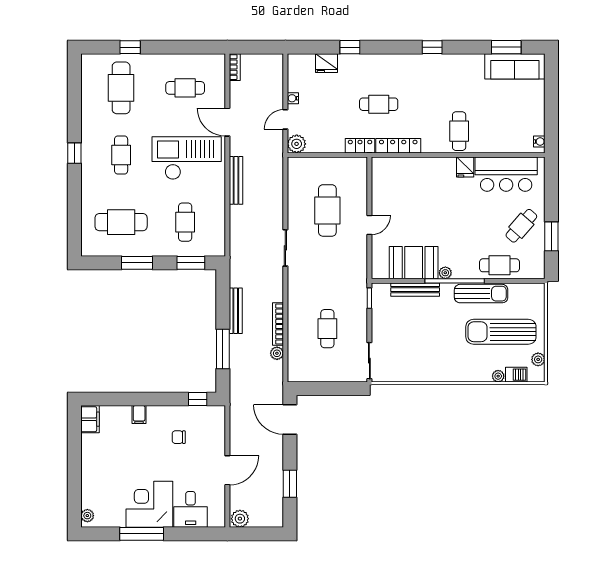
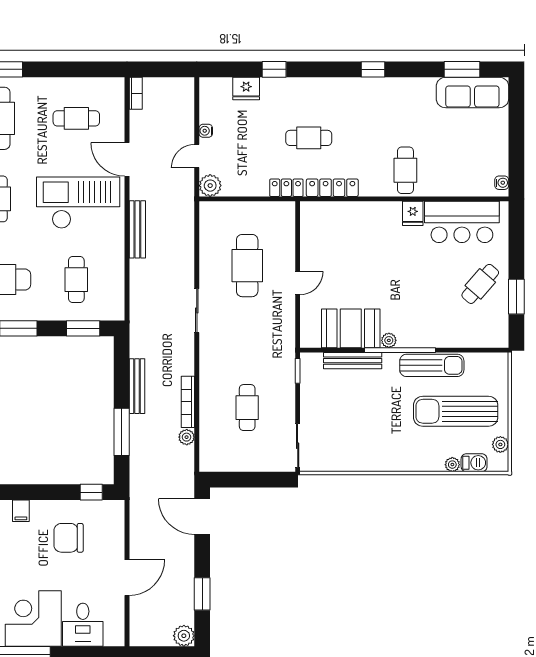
cafe table: (500, 265) -> (454, 331), removed
chair: (179, 437) -> (69, 538), width x1.87, depth x1.87
plant: (240, 519) -> (184, 636), moved

